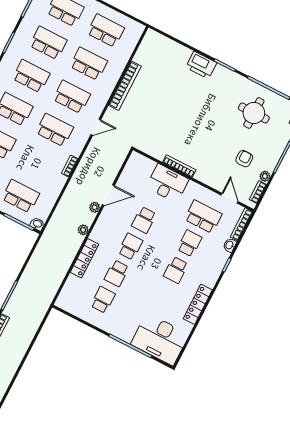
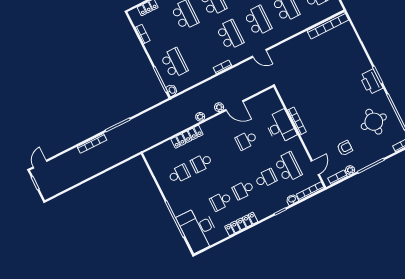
printer: (201, 65) -> (371, 82), moved
bookcase: (125, 86) -> (328, 25), moved
school desk: (130, 247) -> (221, 201), moved, turned 180

